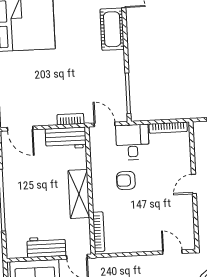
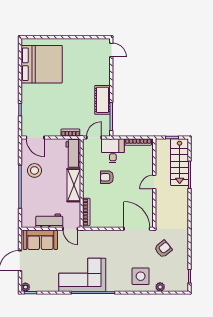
cot: (112, 29) -> (103, 100), moved
door: (105, 124) -> (94, 137), hinge flipped
workbench: (66, 138) -> (73, 153), moved, turned 90
stool: (22, 176) -> (34, 170), added
door: (172, 252) -> (137, 229), width x1.88

